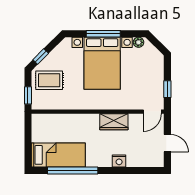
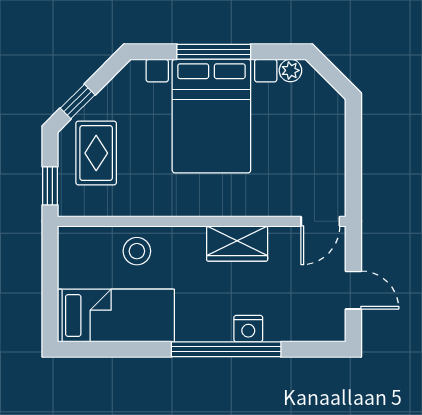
rug: (49, 80) -> (96, 153), turned 90
window: (167, 89) -> (353, 173), removed
stool: (68, 125) -> (137, 251), added
window: (73, 170) -> (226, 349), moved

